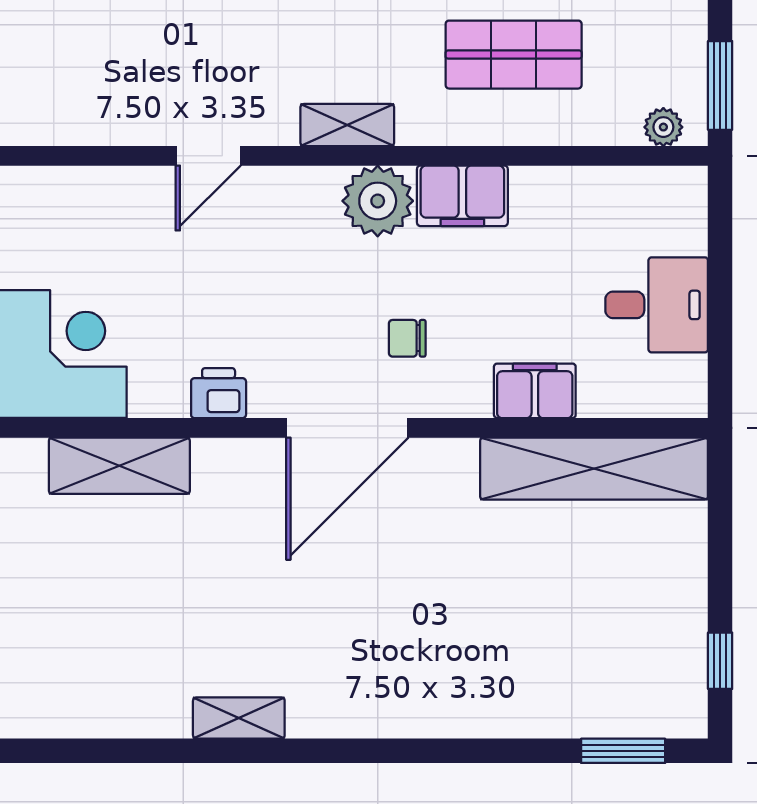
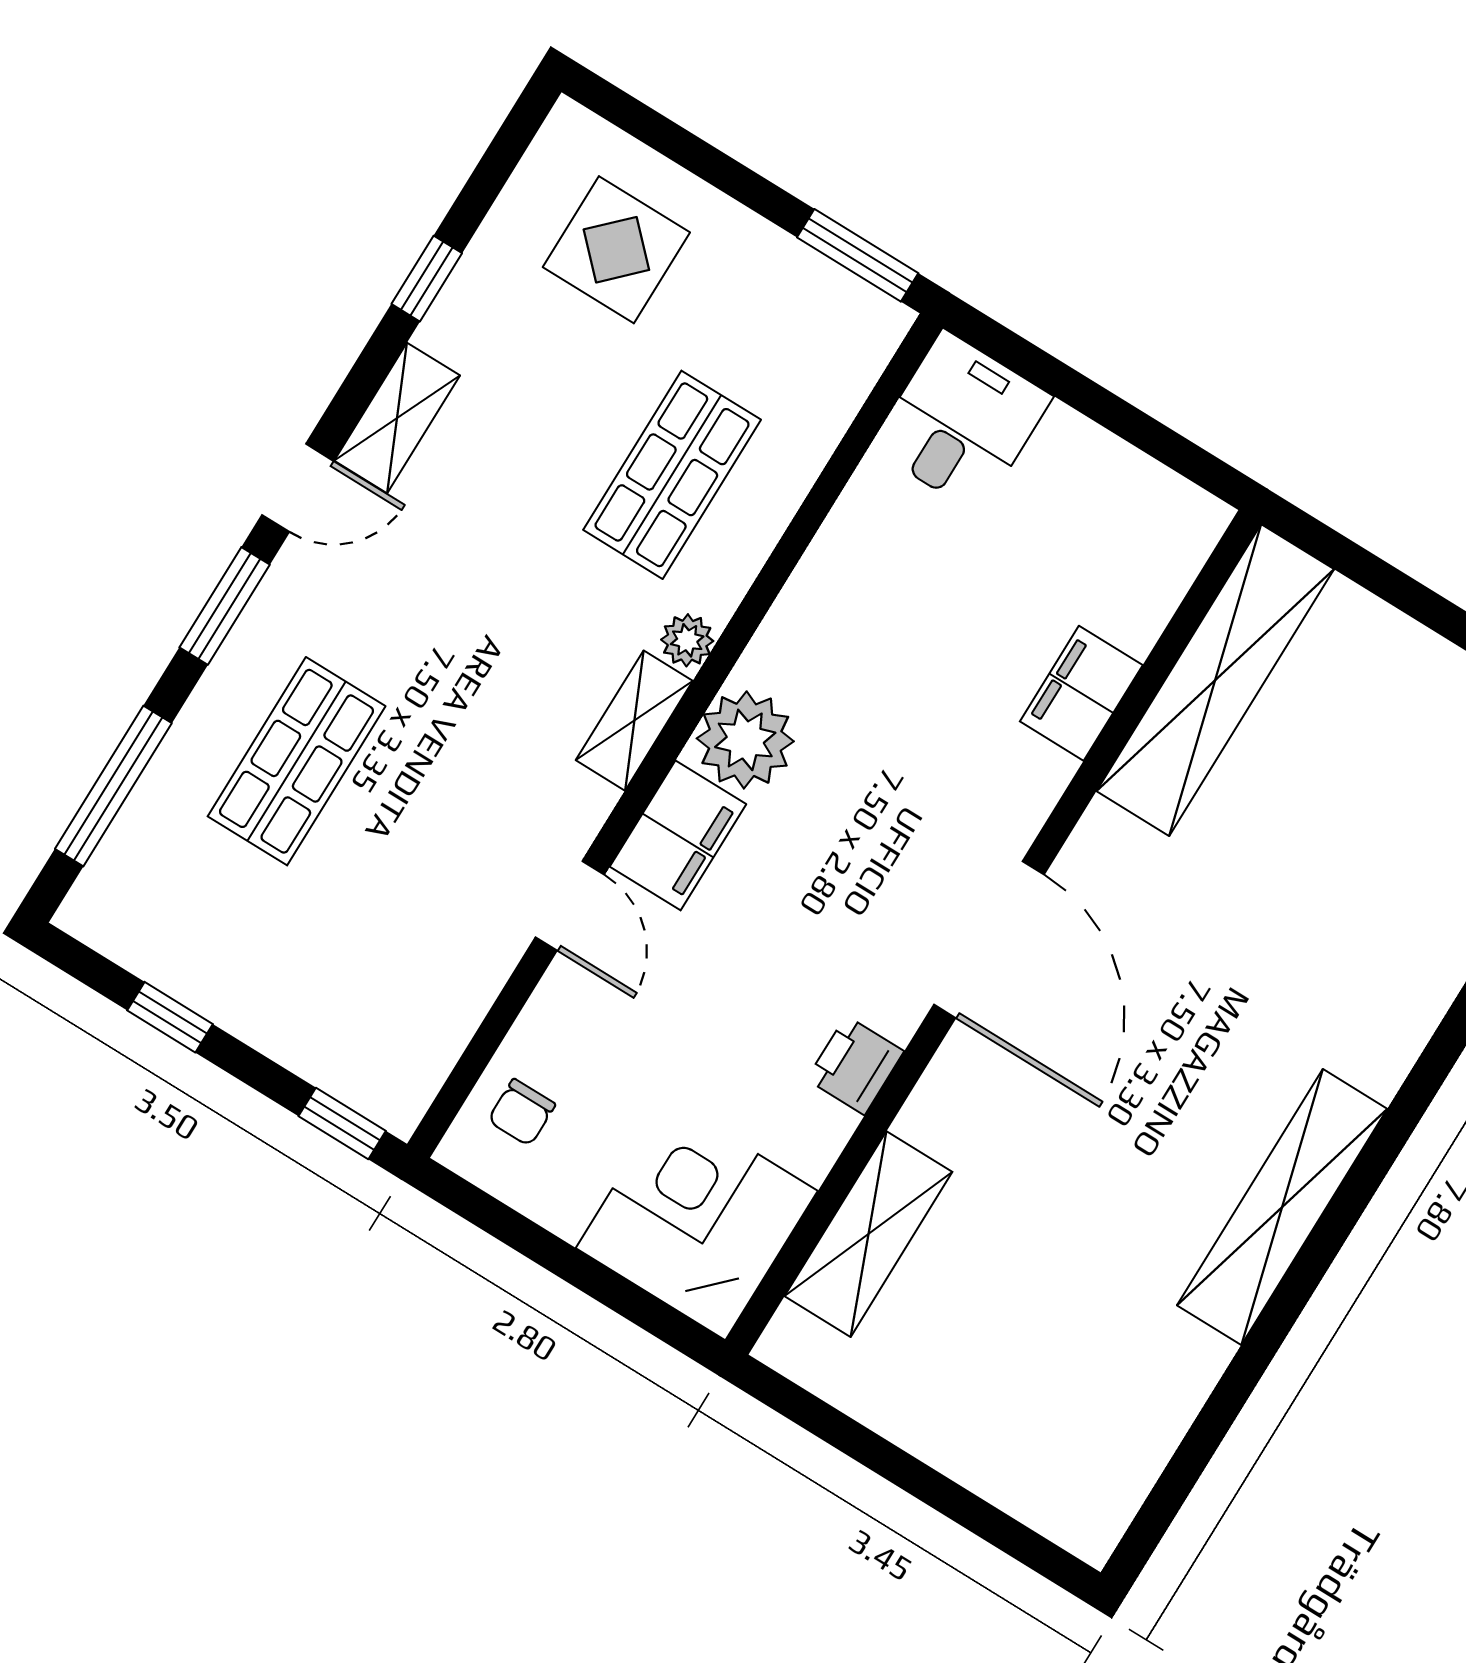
plant: (663, 127) -> (687, 640), moved
filing cabinet: (462, 196) -> (678, 835), moved
desk: (657, 305) -> (961, 422), moved
chair: (407, 338) -> (522, 1112), moved
shelving: (239, 718) -> (1282, 1207), width x2.20, depth x1.33

